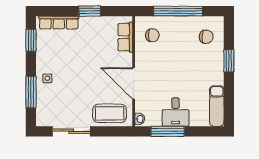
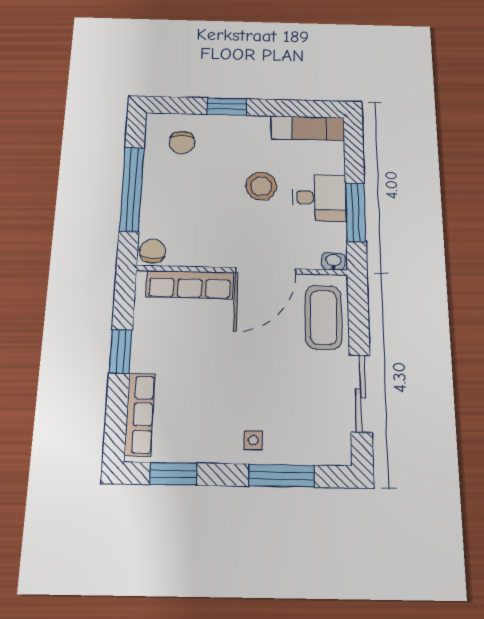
chair: (152, 35) -> (152, 251), moved
row of seats: (125, 37) -> (190, 285), width x1.48
chair: (206, 37) -> (182, 143), turned 180
stool: (181, 81) -> (261, 186), added

